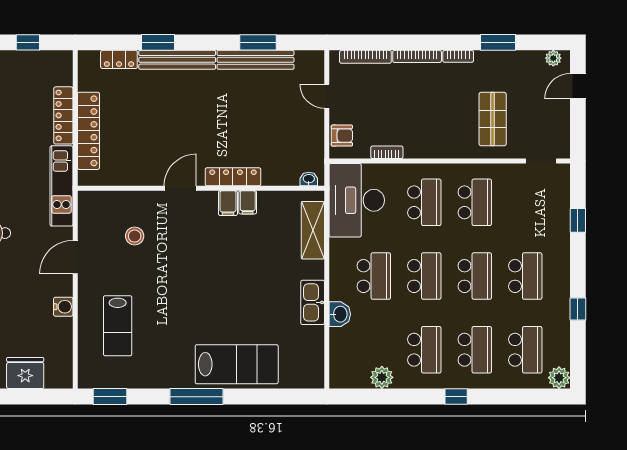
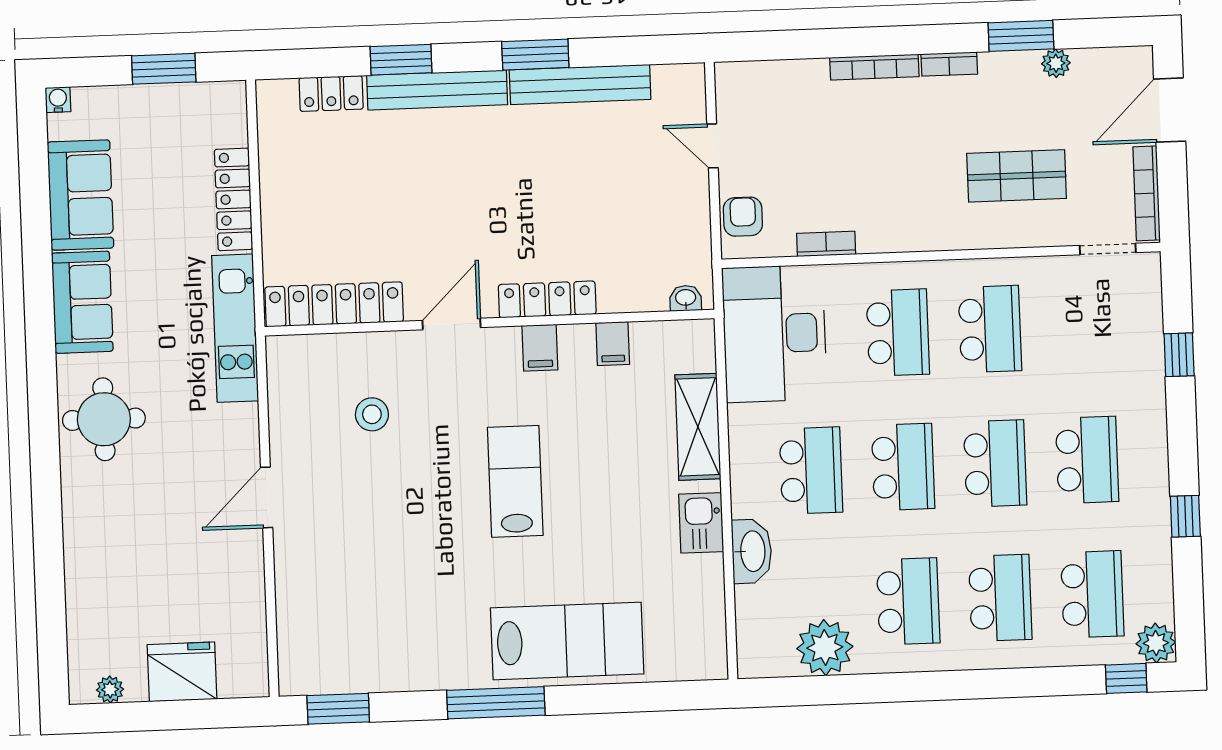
window: (28, 42) -> (164, 69), width x1.50
window: (258, 42) -> (535, 55), moved
bookcase: (365, 57) -> (1147, 193), moved, turned 90
plant: (553, 58) -> (1056, 63), moved
door: (578, 86) -> (1170, 110), width x1.38
shop shelf: (493, 119) -> (1017, 176), turned 90
locker: (88, 131) -> (334, 304), moved, turned -90
armchair: (342, 136) -> (743, 217), turned -90
filing cabinet: (248, 202) -> (613, 344), moved
shelving: (313, 230) -> (698, 427), moved
door: (75, 257) -> (267, 497), moved
kitchen sink: (313, 302) -> (701, 523), width x0.73
water cooler: (63, 307) -> (247, 548), removed
washbasin: (340, 314) -> (752, 551), width x1.38
lab bench: (118, 326) -> (515, 481), moved, turned 180
plant: (382, 377) -> (825, 648), width x1.36, depth x1.36
window: (456, 397) -> (1126, 678), moved

